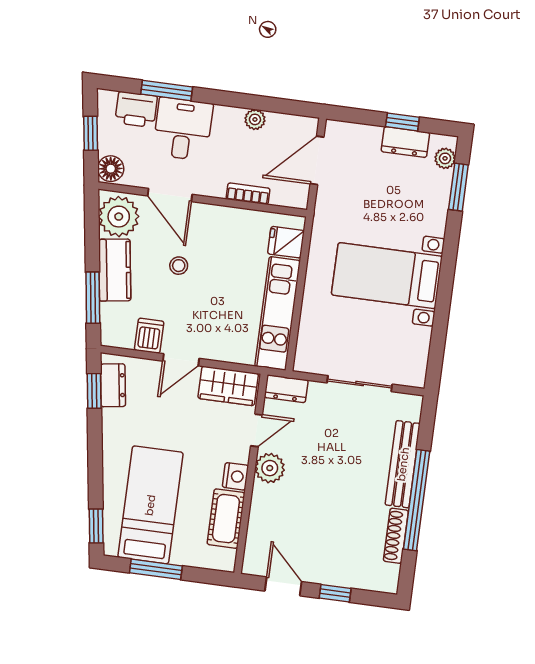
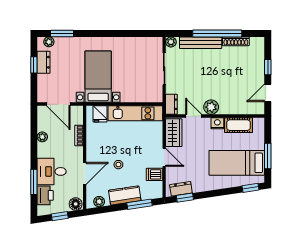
plant: (119, 217) -> (99, 202), width x0.53, depth x0.53
bed with nightstands: (387, 276) -> (98, 77), moved, turned 180
plant: (412, 404) -> (171, 42), added

